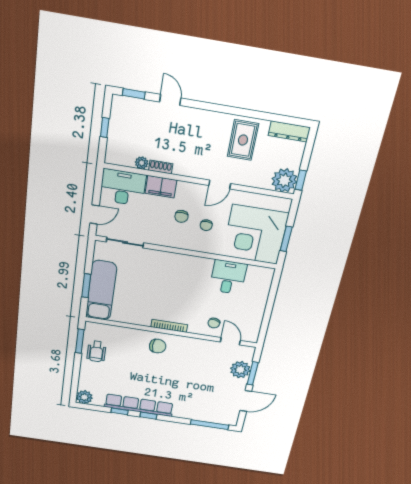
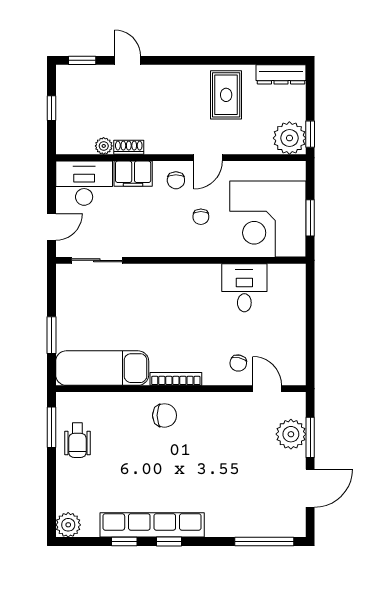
chair: (181, 216) -> (176, 180), moved
exam couch: (101, 291) -> (102, 368), moved, turned -90

